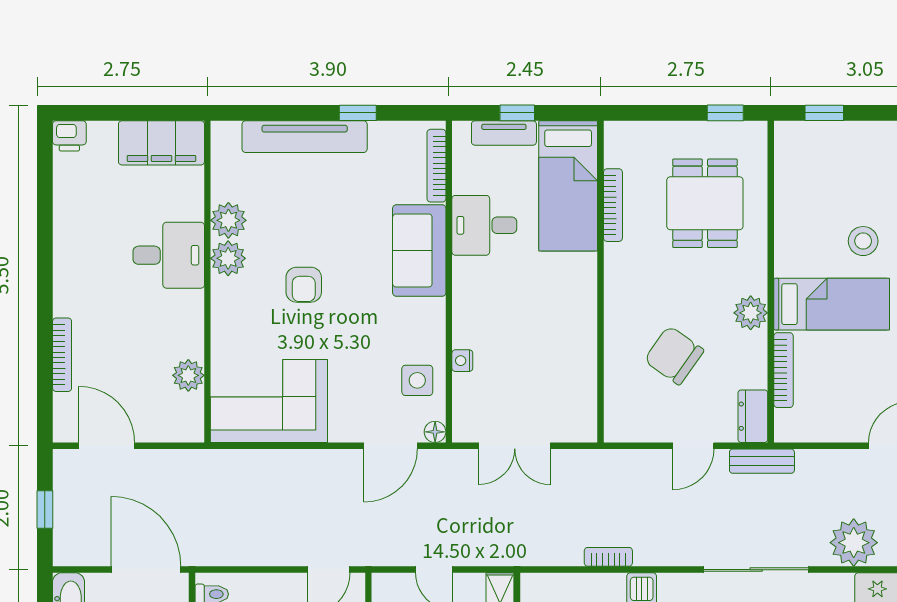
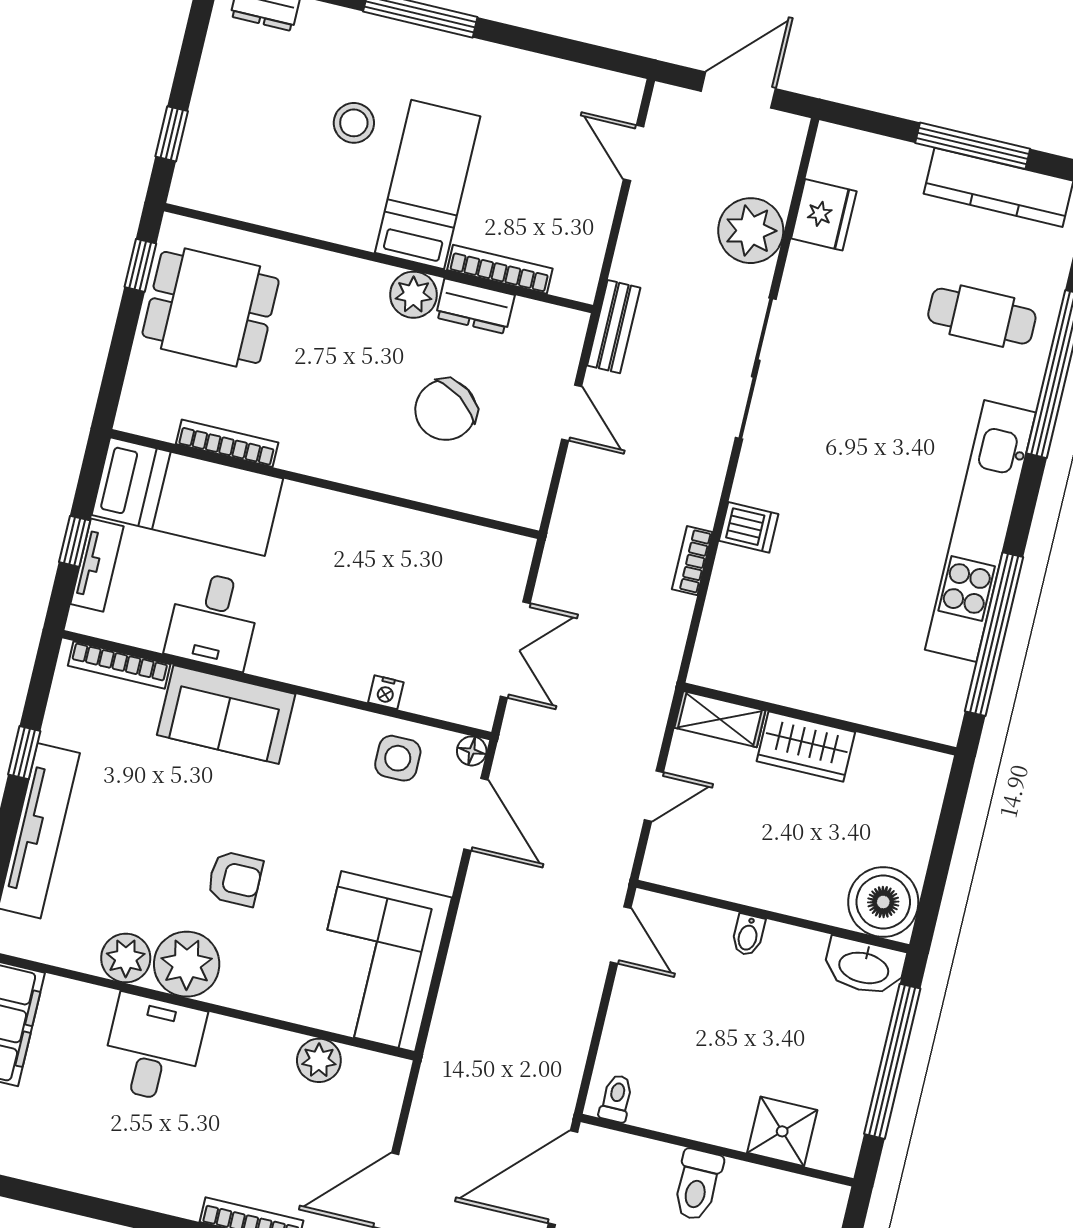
dining table: (705, 203) -> (211, 307), moved
plant: (228, 258) -> (187, 964), width x1.36, depth x1.36
dresser: (753, 416) -> (475, 306), moved

